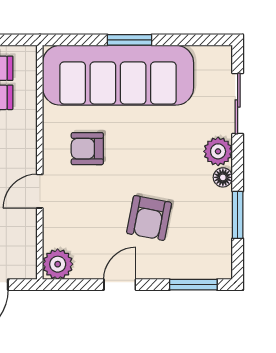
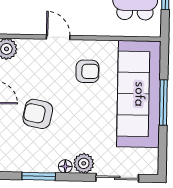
window: (129, 40) -> (163, 103), width x1.44
armchair: (87, 149) -> (87, 71), turned 90

